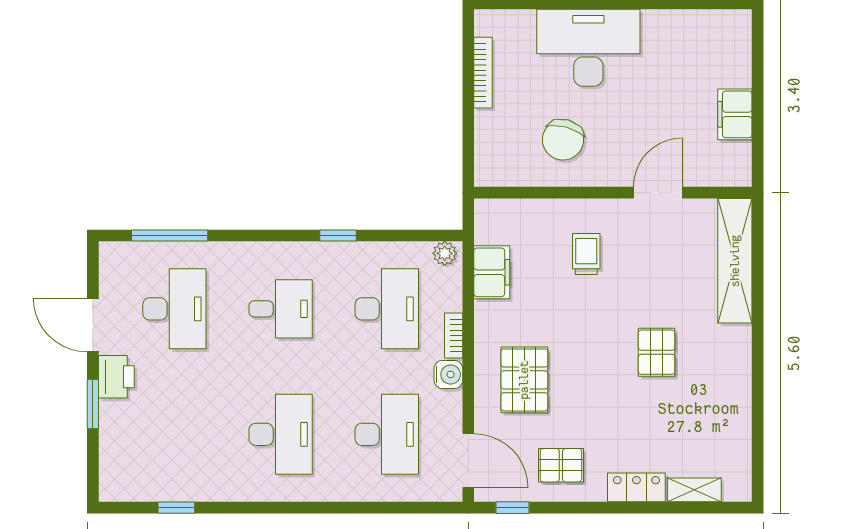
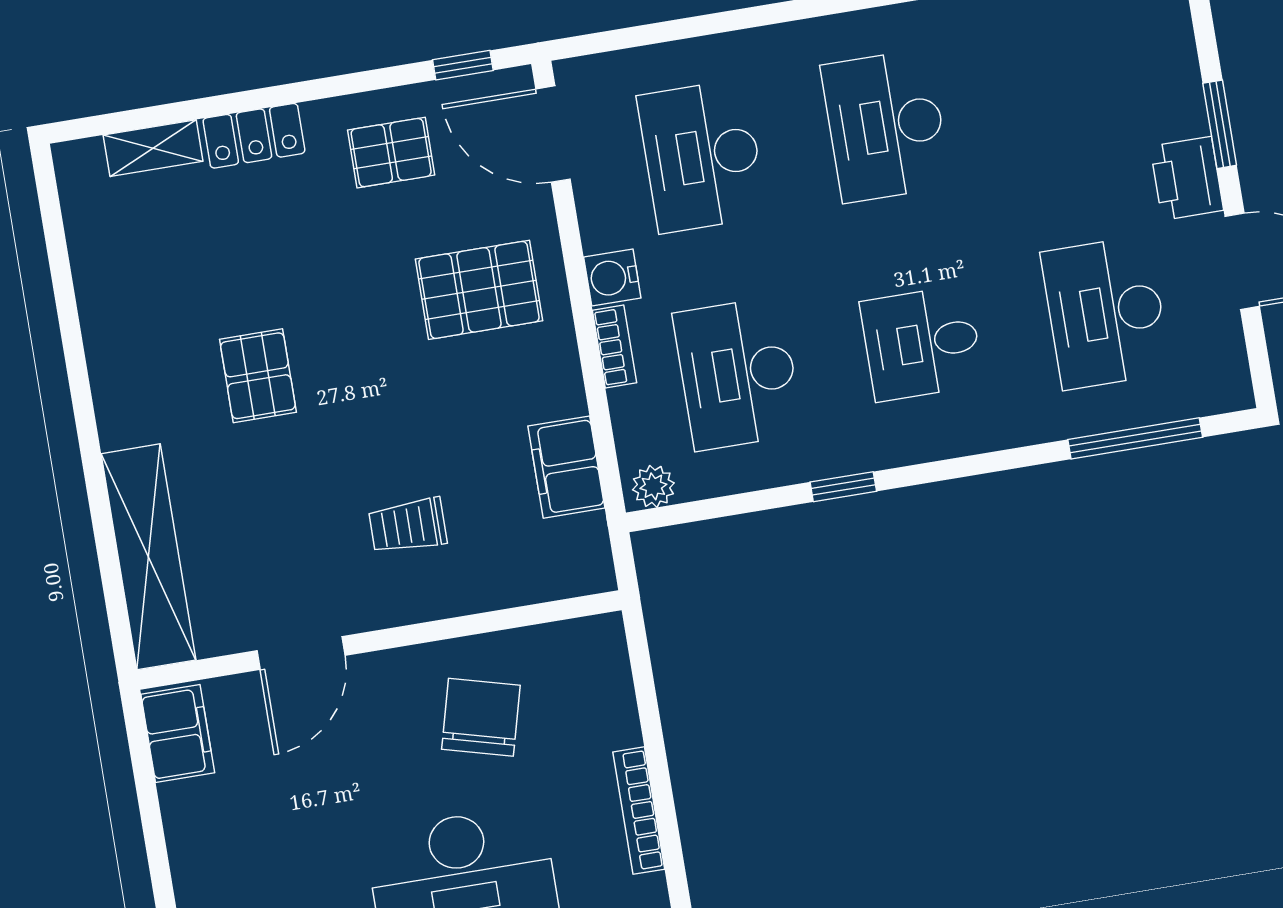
filing cabinet: (735, 114) -> (178, 734), moved
trolley: (586, 254) -> (408, 526), turned 90
pallet: (524, 380) -> (479, 290), turned 90

